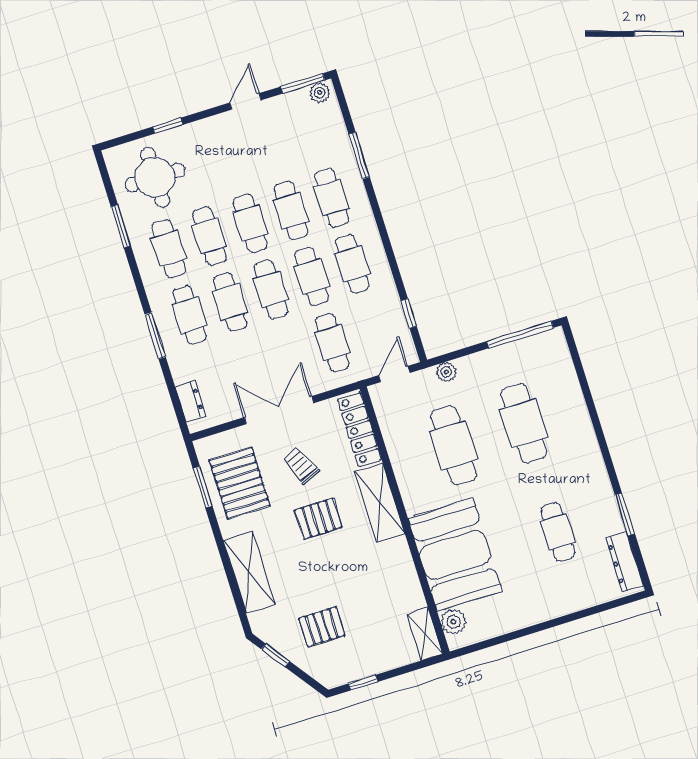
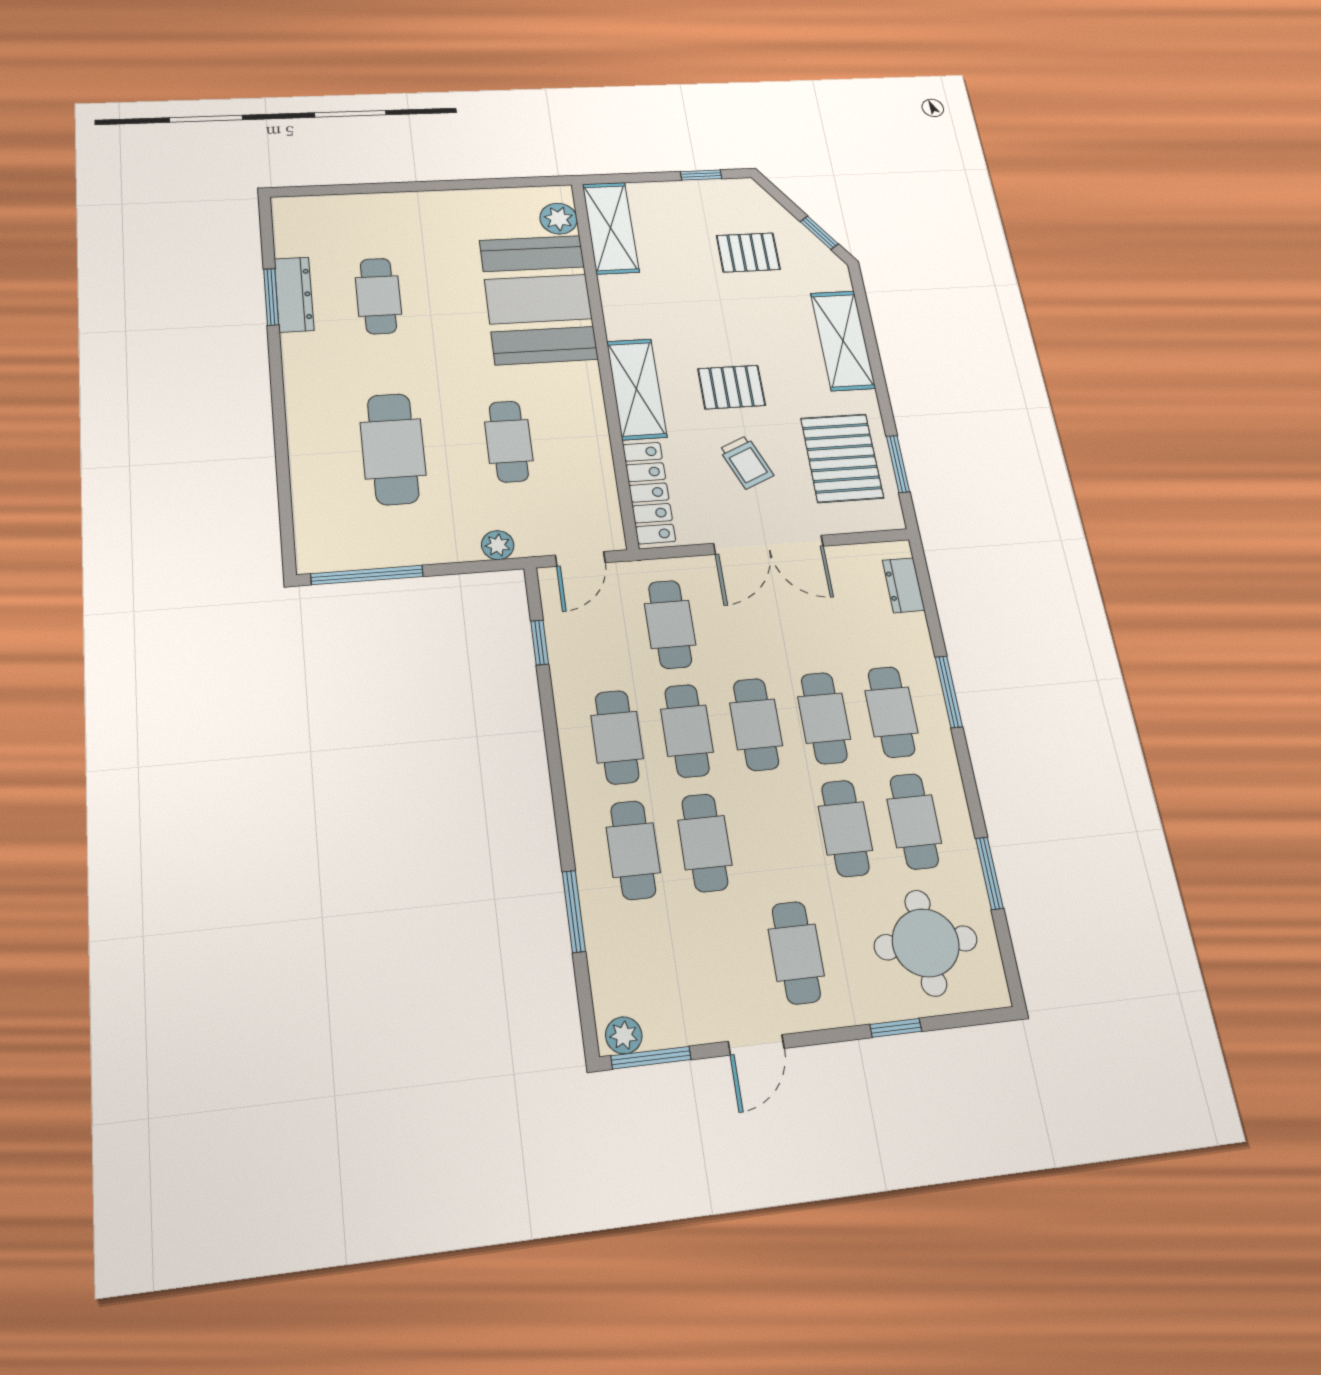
cafe table: (250, 223) -> (796, 953), moved
cafe table: (454, 445) -> (509, 441), width x0.73, depth x0.74
dresser: (624, 562) -> (294, 294), moved
shelving: (425, 634) -> (611, 228), width x1.50, depth x1.33

